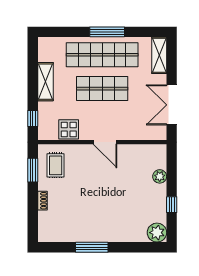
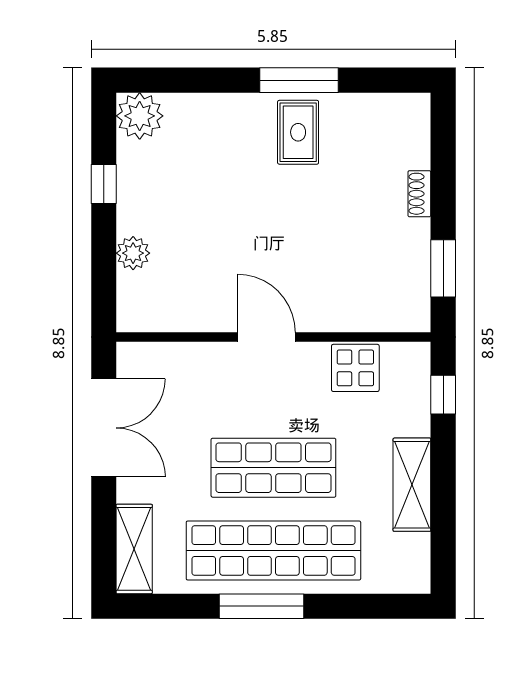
rug: (56, 165) -> (298, 132), moved

